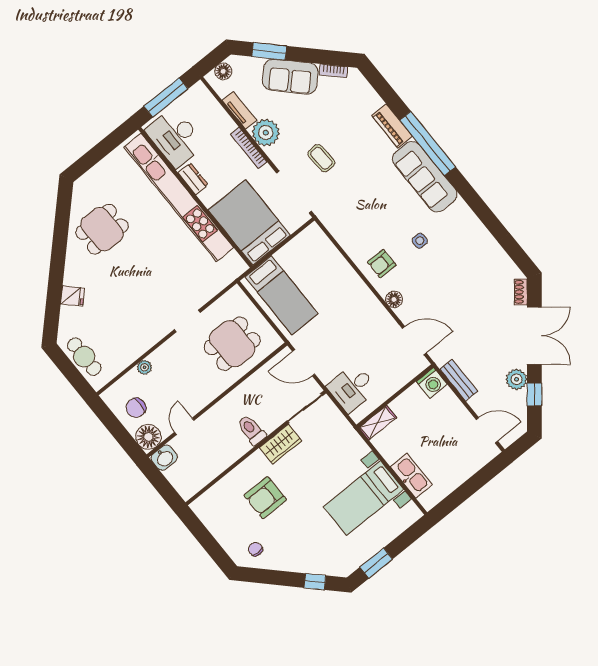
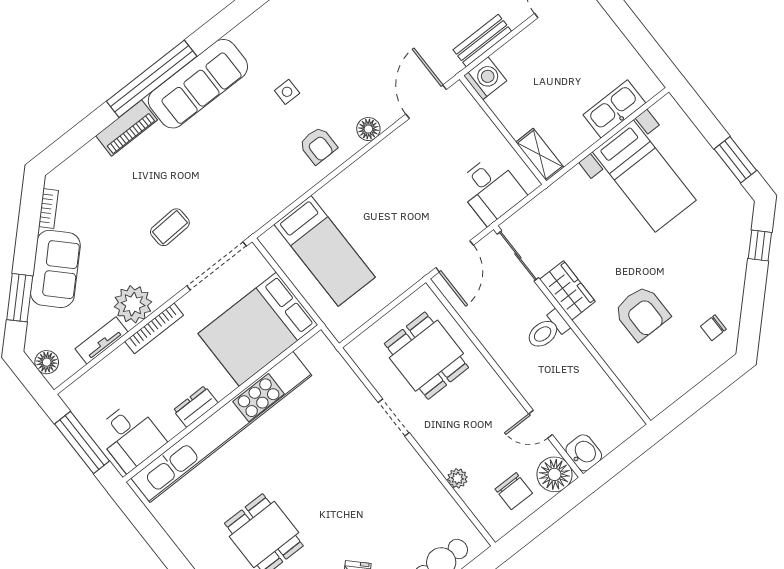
desk: (175, 137) -> (130, 436), width x0.73
bed: (282, 295) -> (325, 251), moved, turned 90

